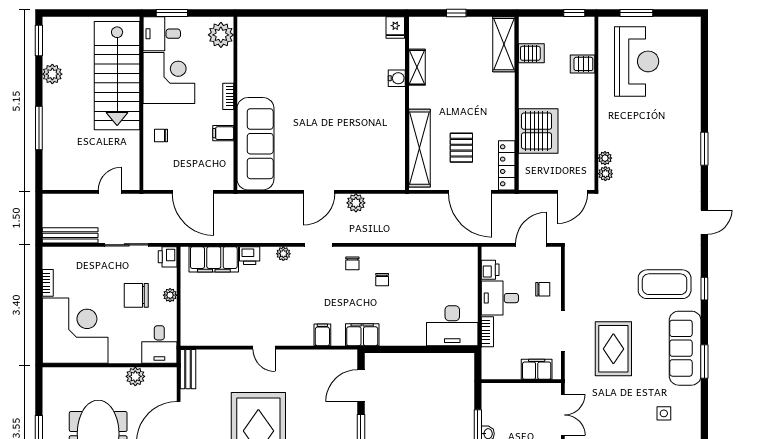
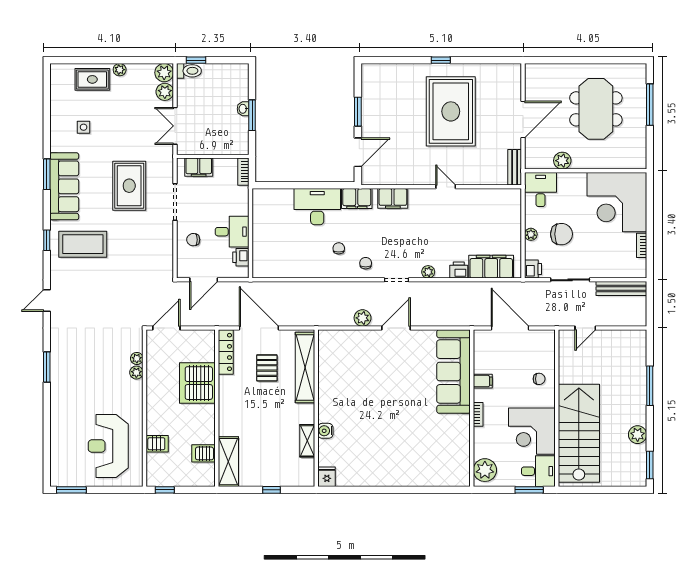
window: (636, 13) -> (71, 490), moved
plant: (605, 174) -> (136, 373), moved
desk: (452, 326) -> (317, 207), moved
bookcase: (487, 332) -> (243, 172), moved
filing cabinet: (322, 335) -> (393, 198), width x2.00

